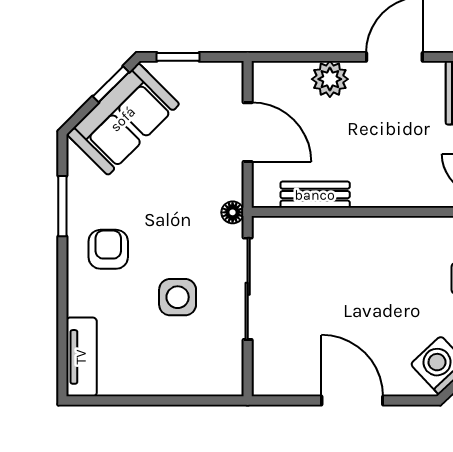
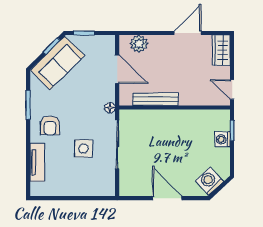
plant: (330, 79) -> (139, 44), moved
bench: (315, 195) -> (156, 99), width x1.36
armchair: (108, 249) -> (50, 125), turned 180
tv unit: (81, 357) -> (37, 163), moved

